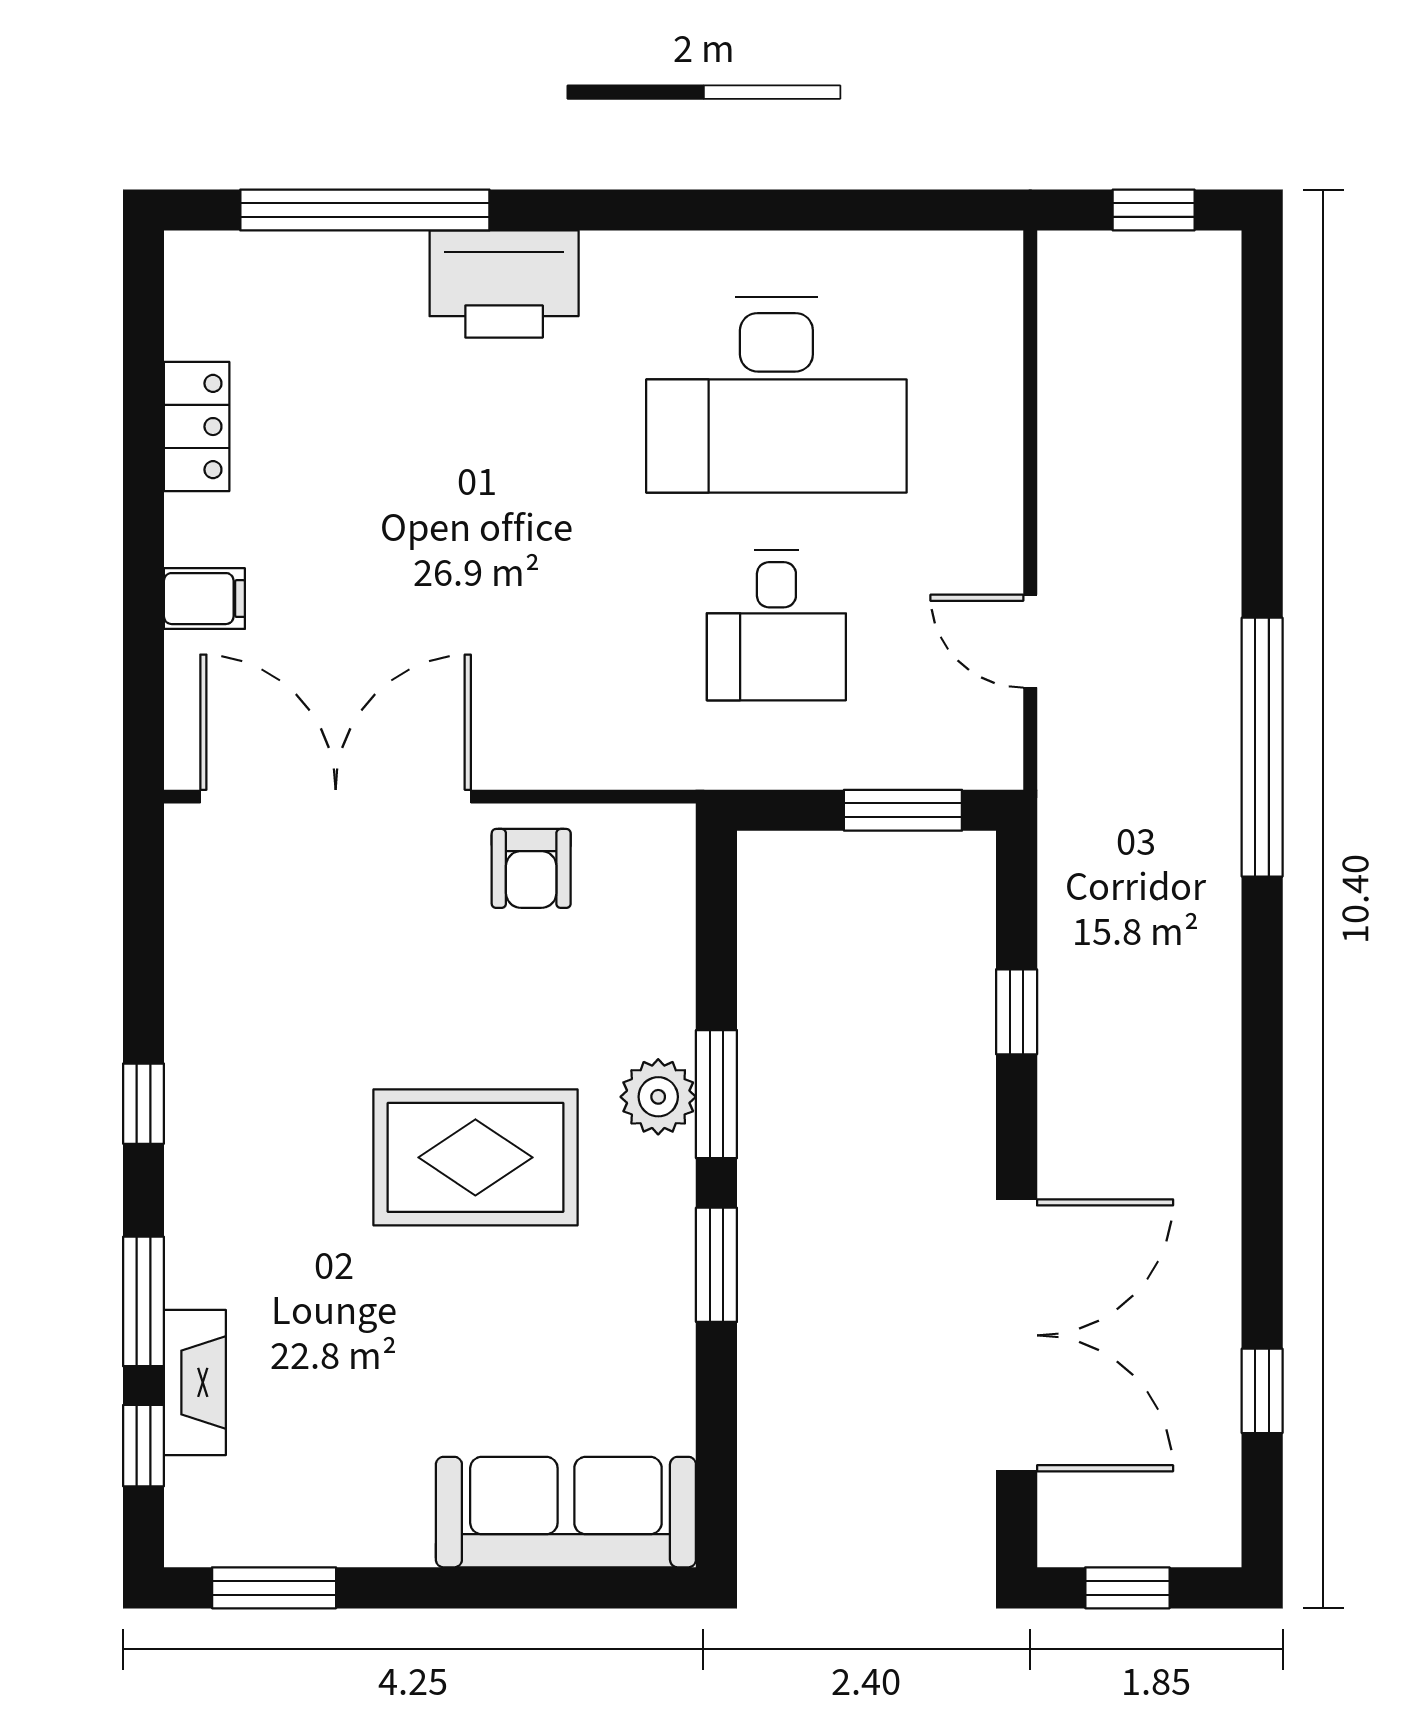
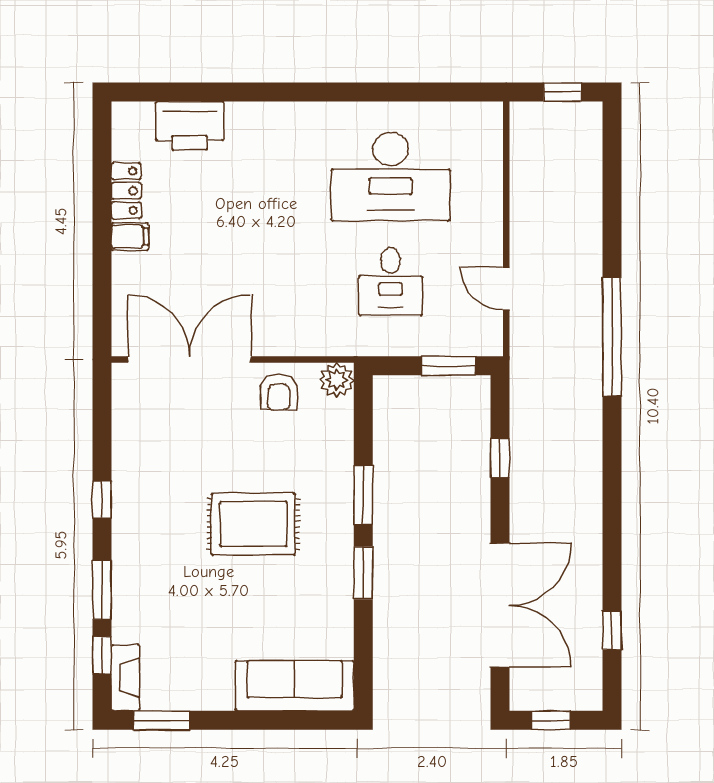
window: (365, 210) -> (203, 92), removed
printer: (504, 284) -> (190, 126), moved
filing cabinet: (204, 599) -> (130, 237), moved
plant: (658, 1097) -> (337, 380), moved
fireplace: (195, 1382) -> (125, 678), moved

